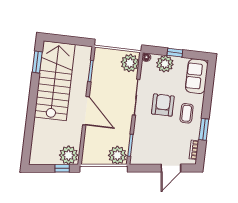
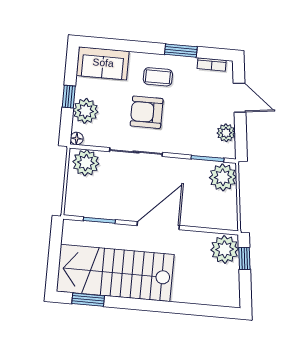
plant: (147, 158) -> (226, 133), added

